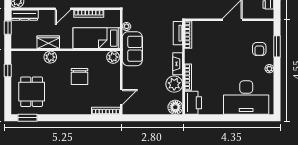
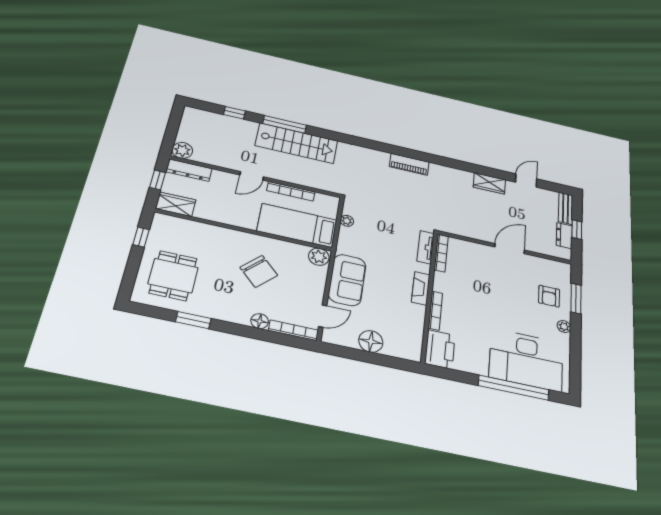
wardrobe: (48, 42) -> (176, 204), moved
sofa: (132, 49) -> (347, 280), moved
plant: (50, 57) -> (217, 234), removed
chair: (79, 76) -> (259, 271), turned -45
plant: (174, 84) -> (412, 316), removed
floor lamp: (175, 107) -> (371, 341), moved
floor lamp: (86, 109) -> (260, 321), added
window: (27, 118) -> (193, 320), moved
window: (239, 118) -> (514, 388), added

